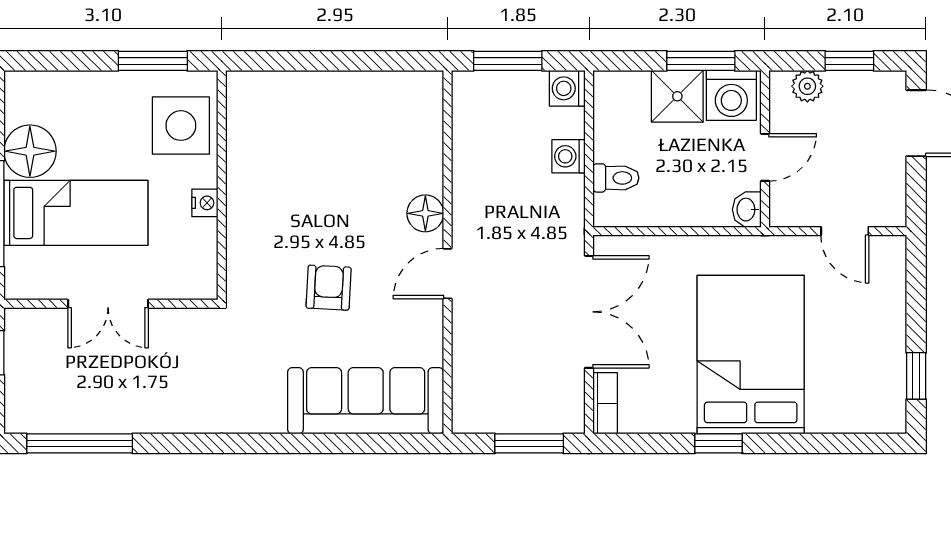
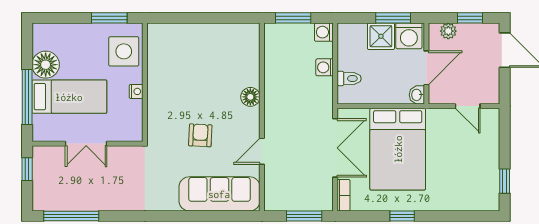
door: (765, 157) -> (426, 68), width x1.38
door: (447, 274) -> (262, 151), moved
bed: (751, 355) -> (398, 149), moved, turned 180

